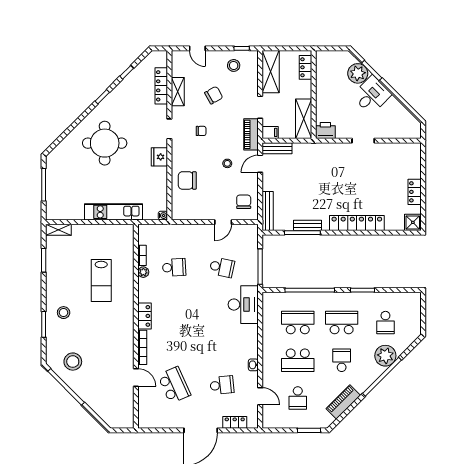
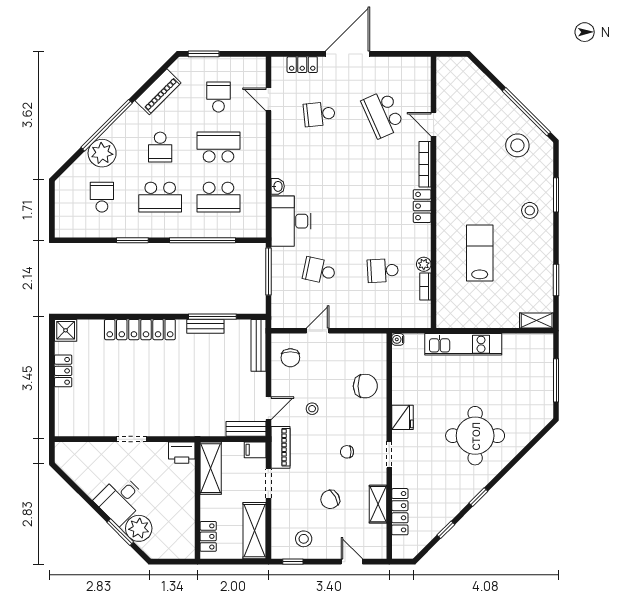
washbasin: (253, 365) -> (278, 186), moved

